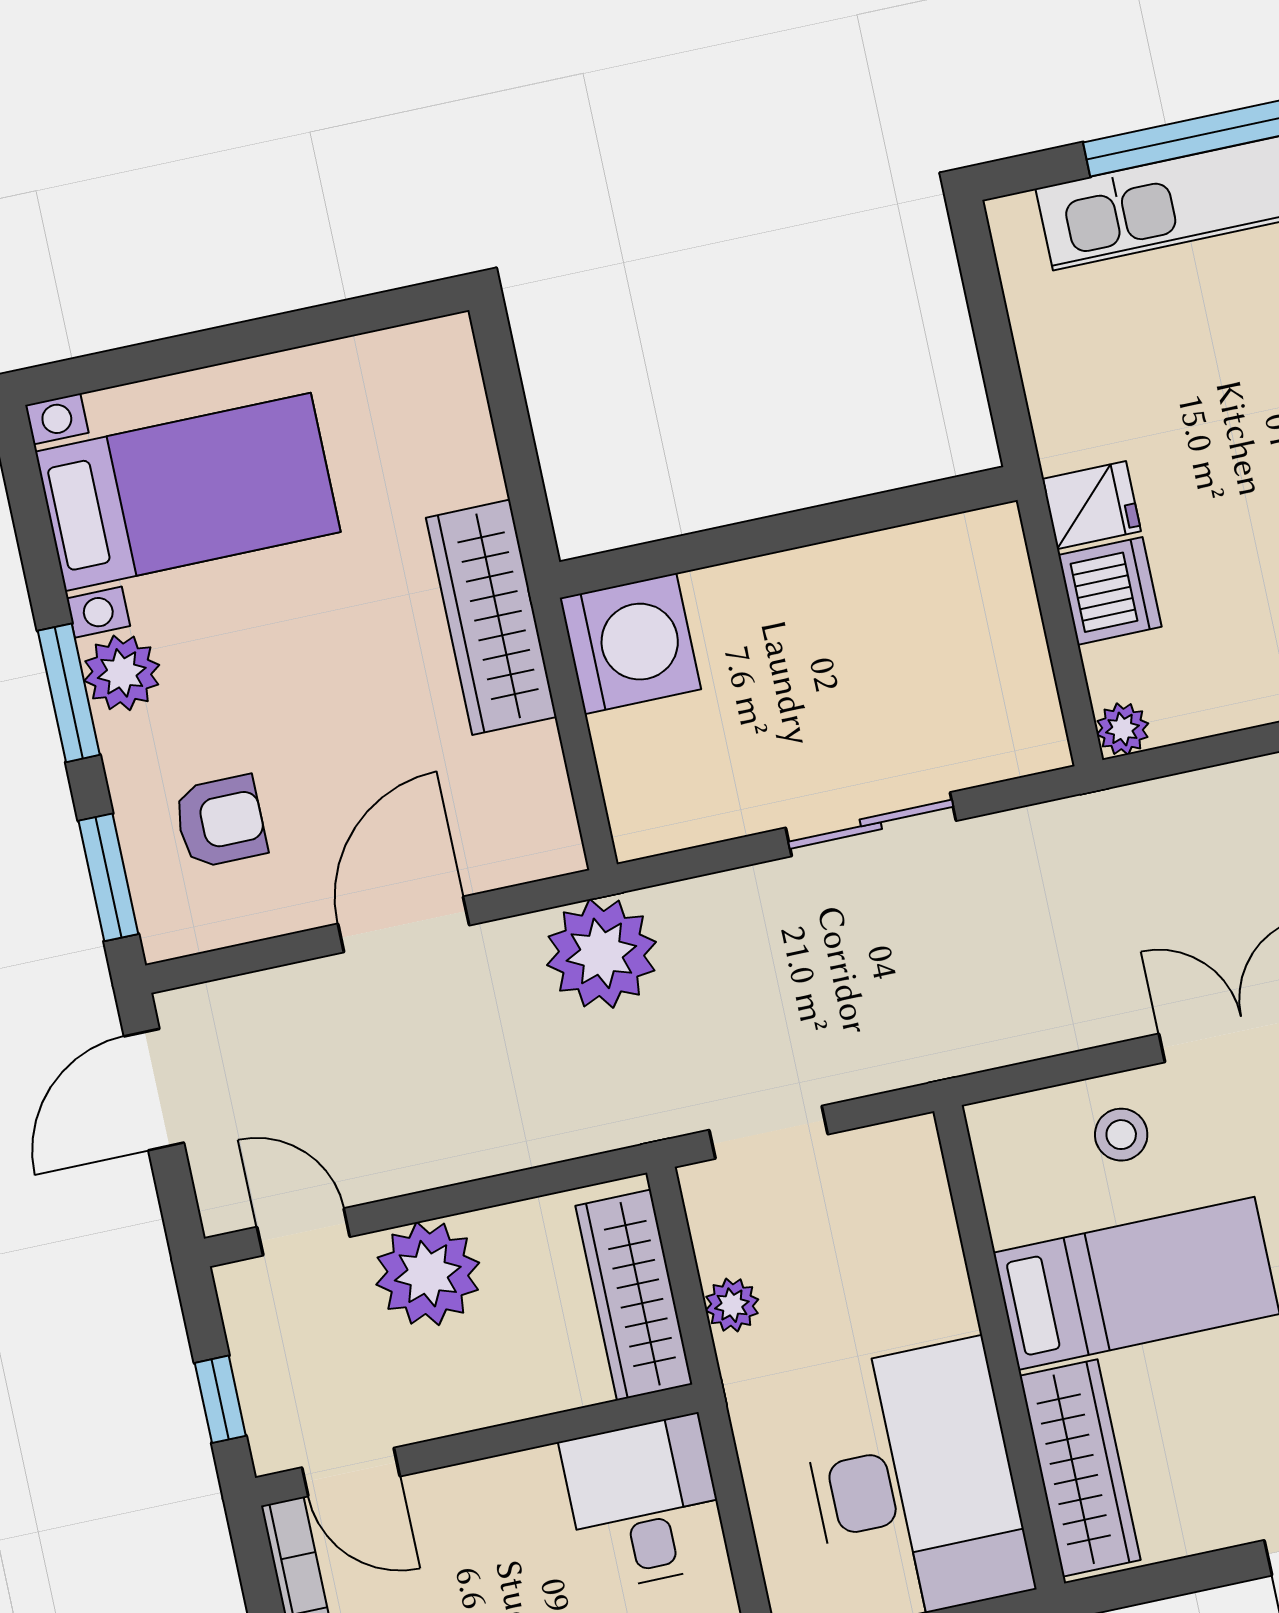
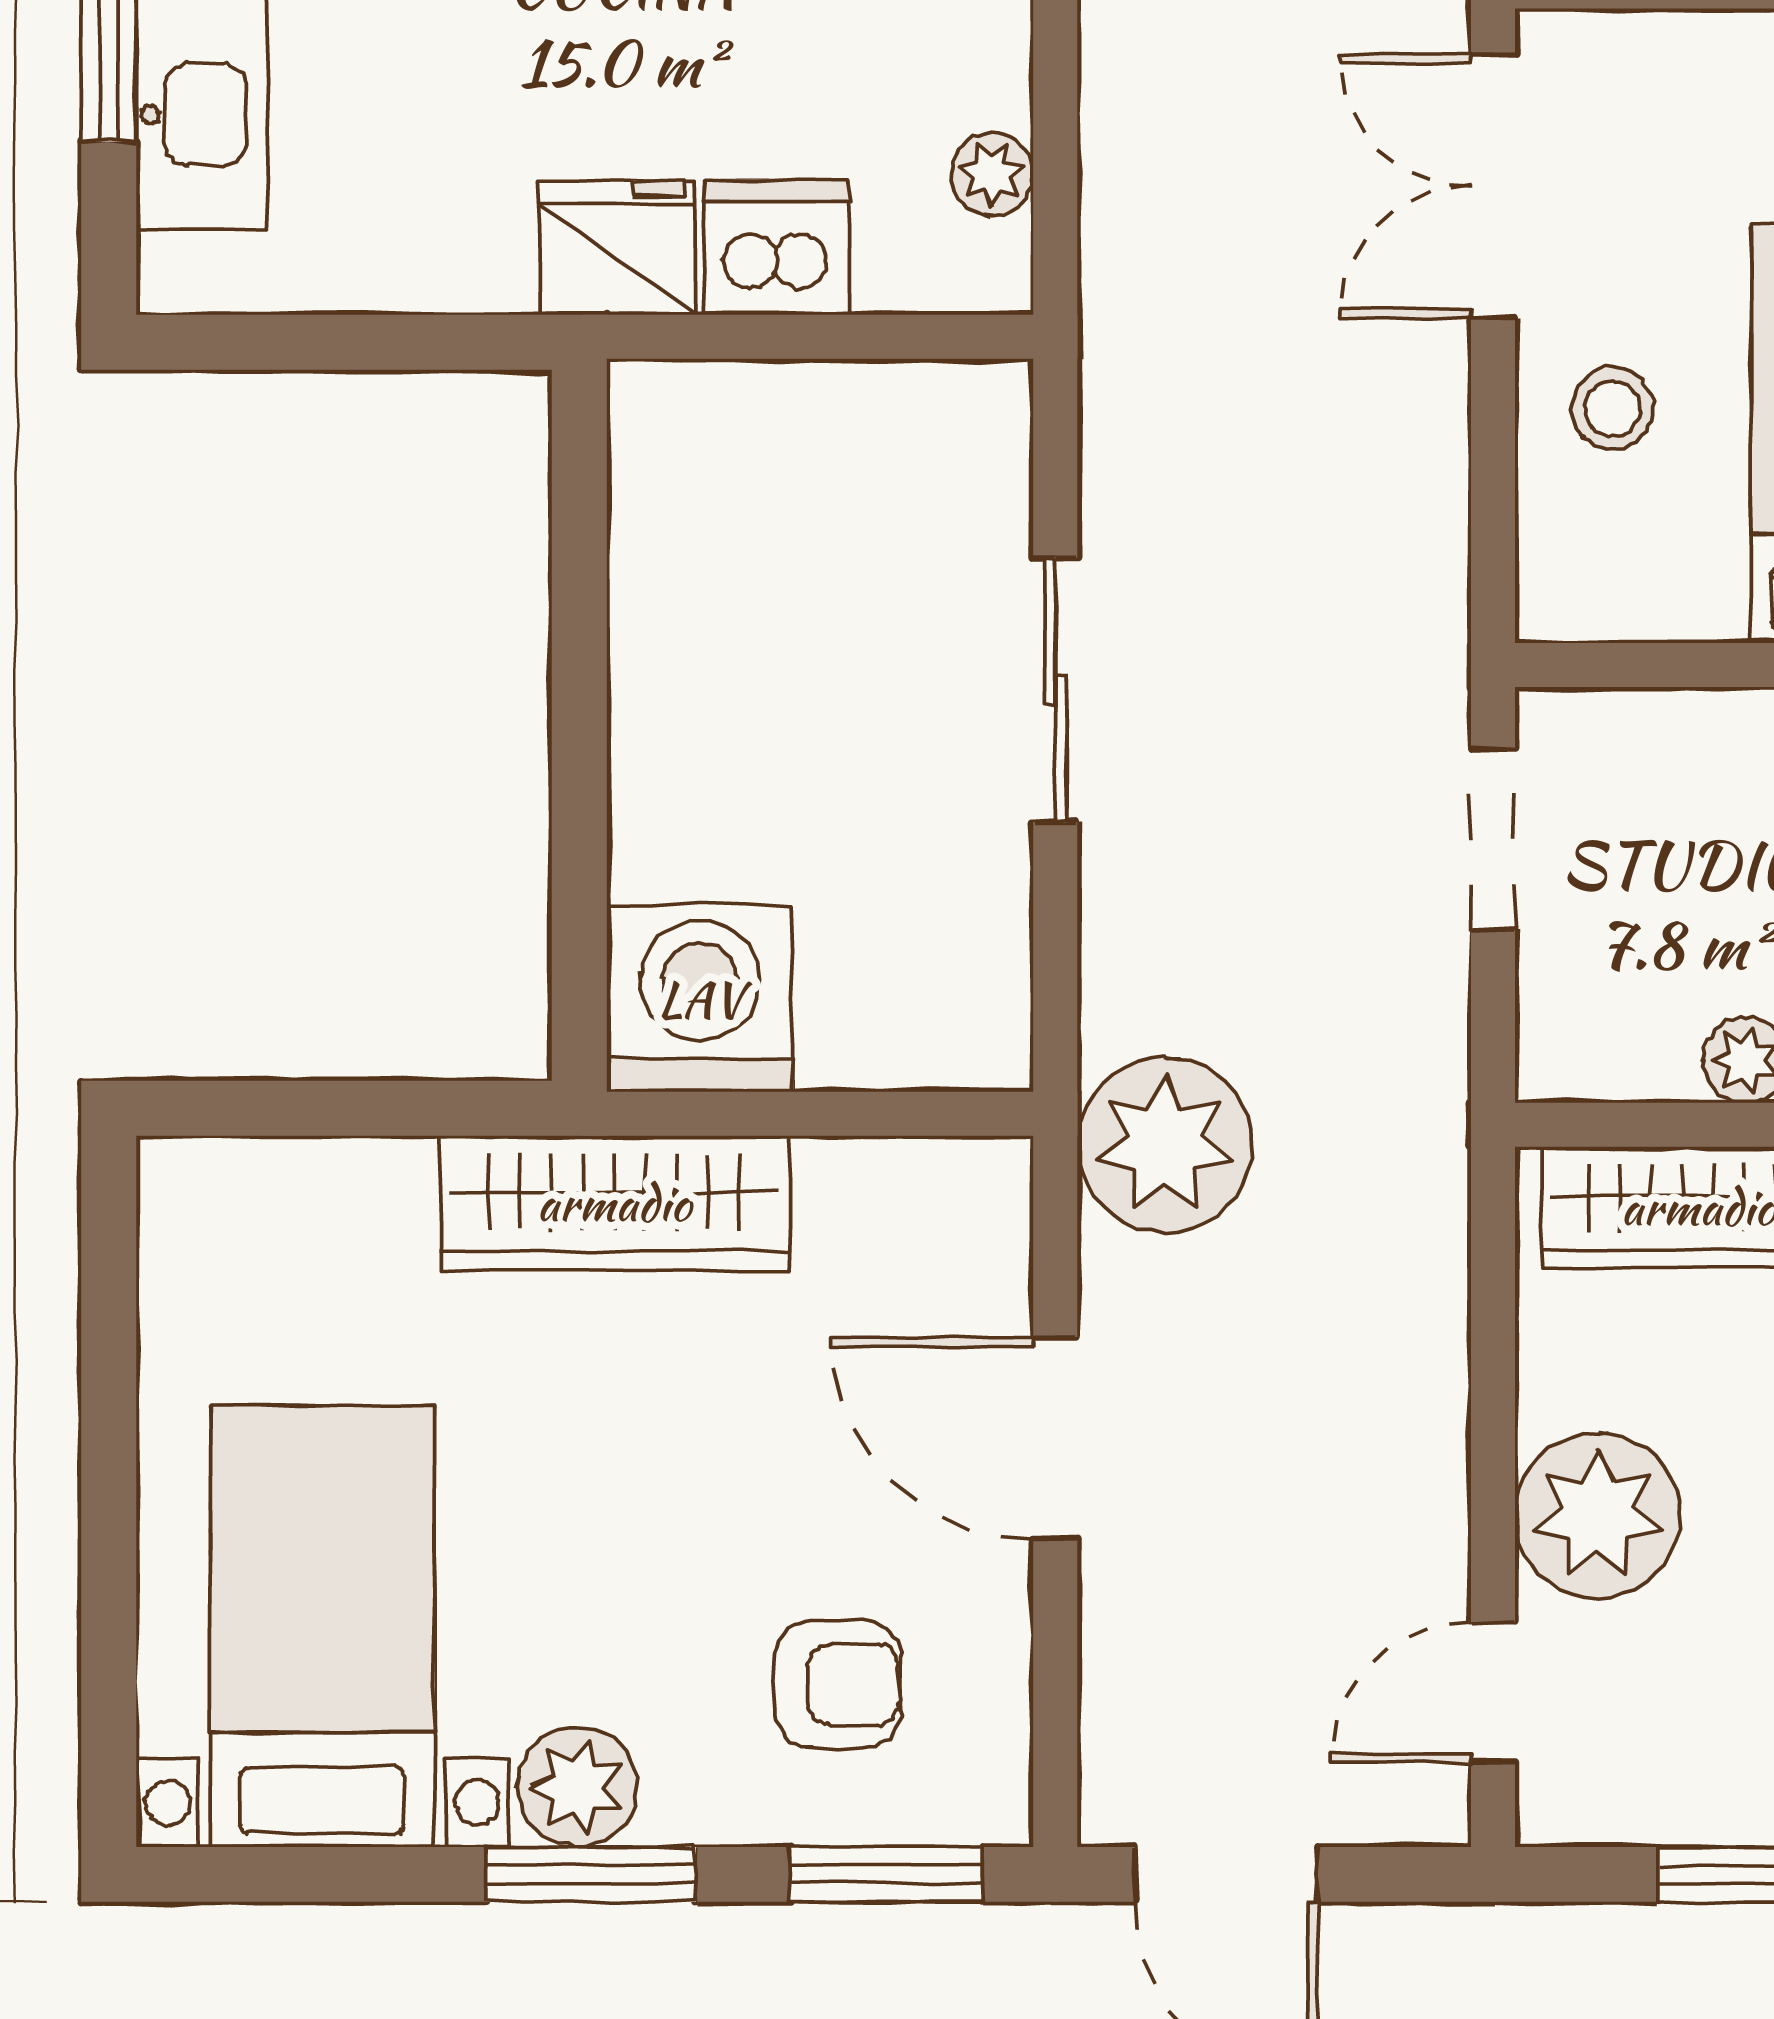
fridge: (1091, 505) -> (618, 248), width x1.38
plant: (1122, 729) -> (992, 174), moved
armchair: (220, 822) -> (838, 1685), turned 90
doorway: (769, 1132) -> (1493, 840), moved

